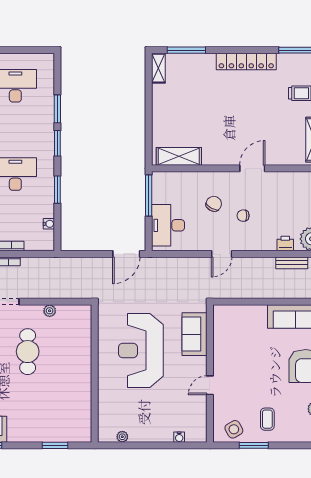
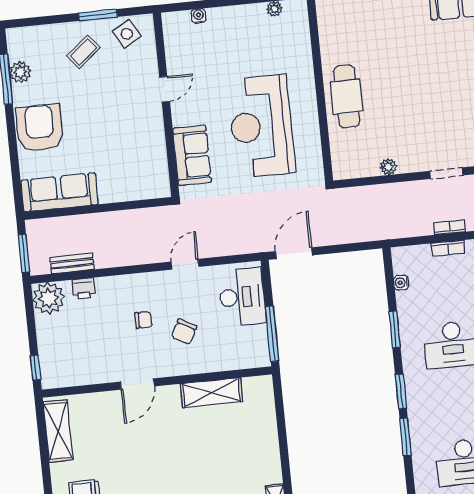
shelving: (179, 156) -> (211, 393), moved
door: (222, 254) -> (185, 264), moved
reception desk: (141, 350) -> (261, 126), turned 180
cafe table: (28, 352) -> (347, 96), moved
coffee table: (267, 419) -> (83, 52), turned 51

